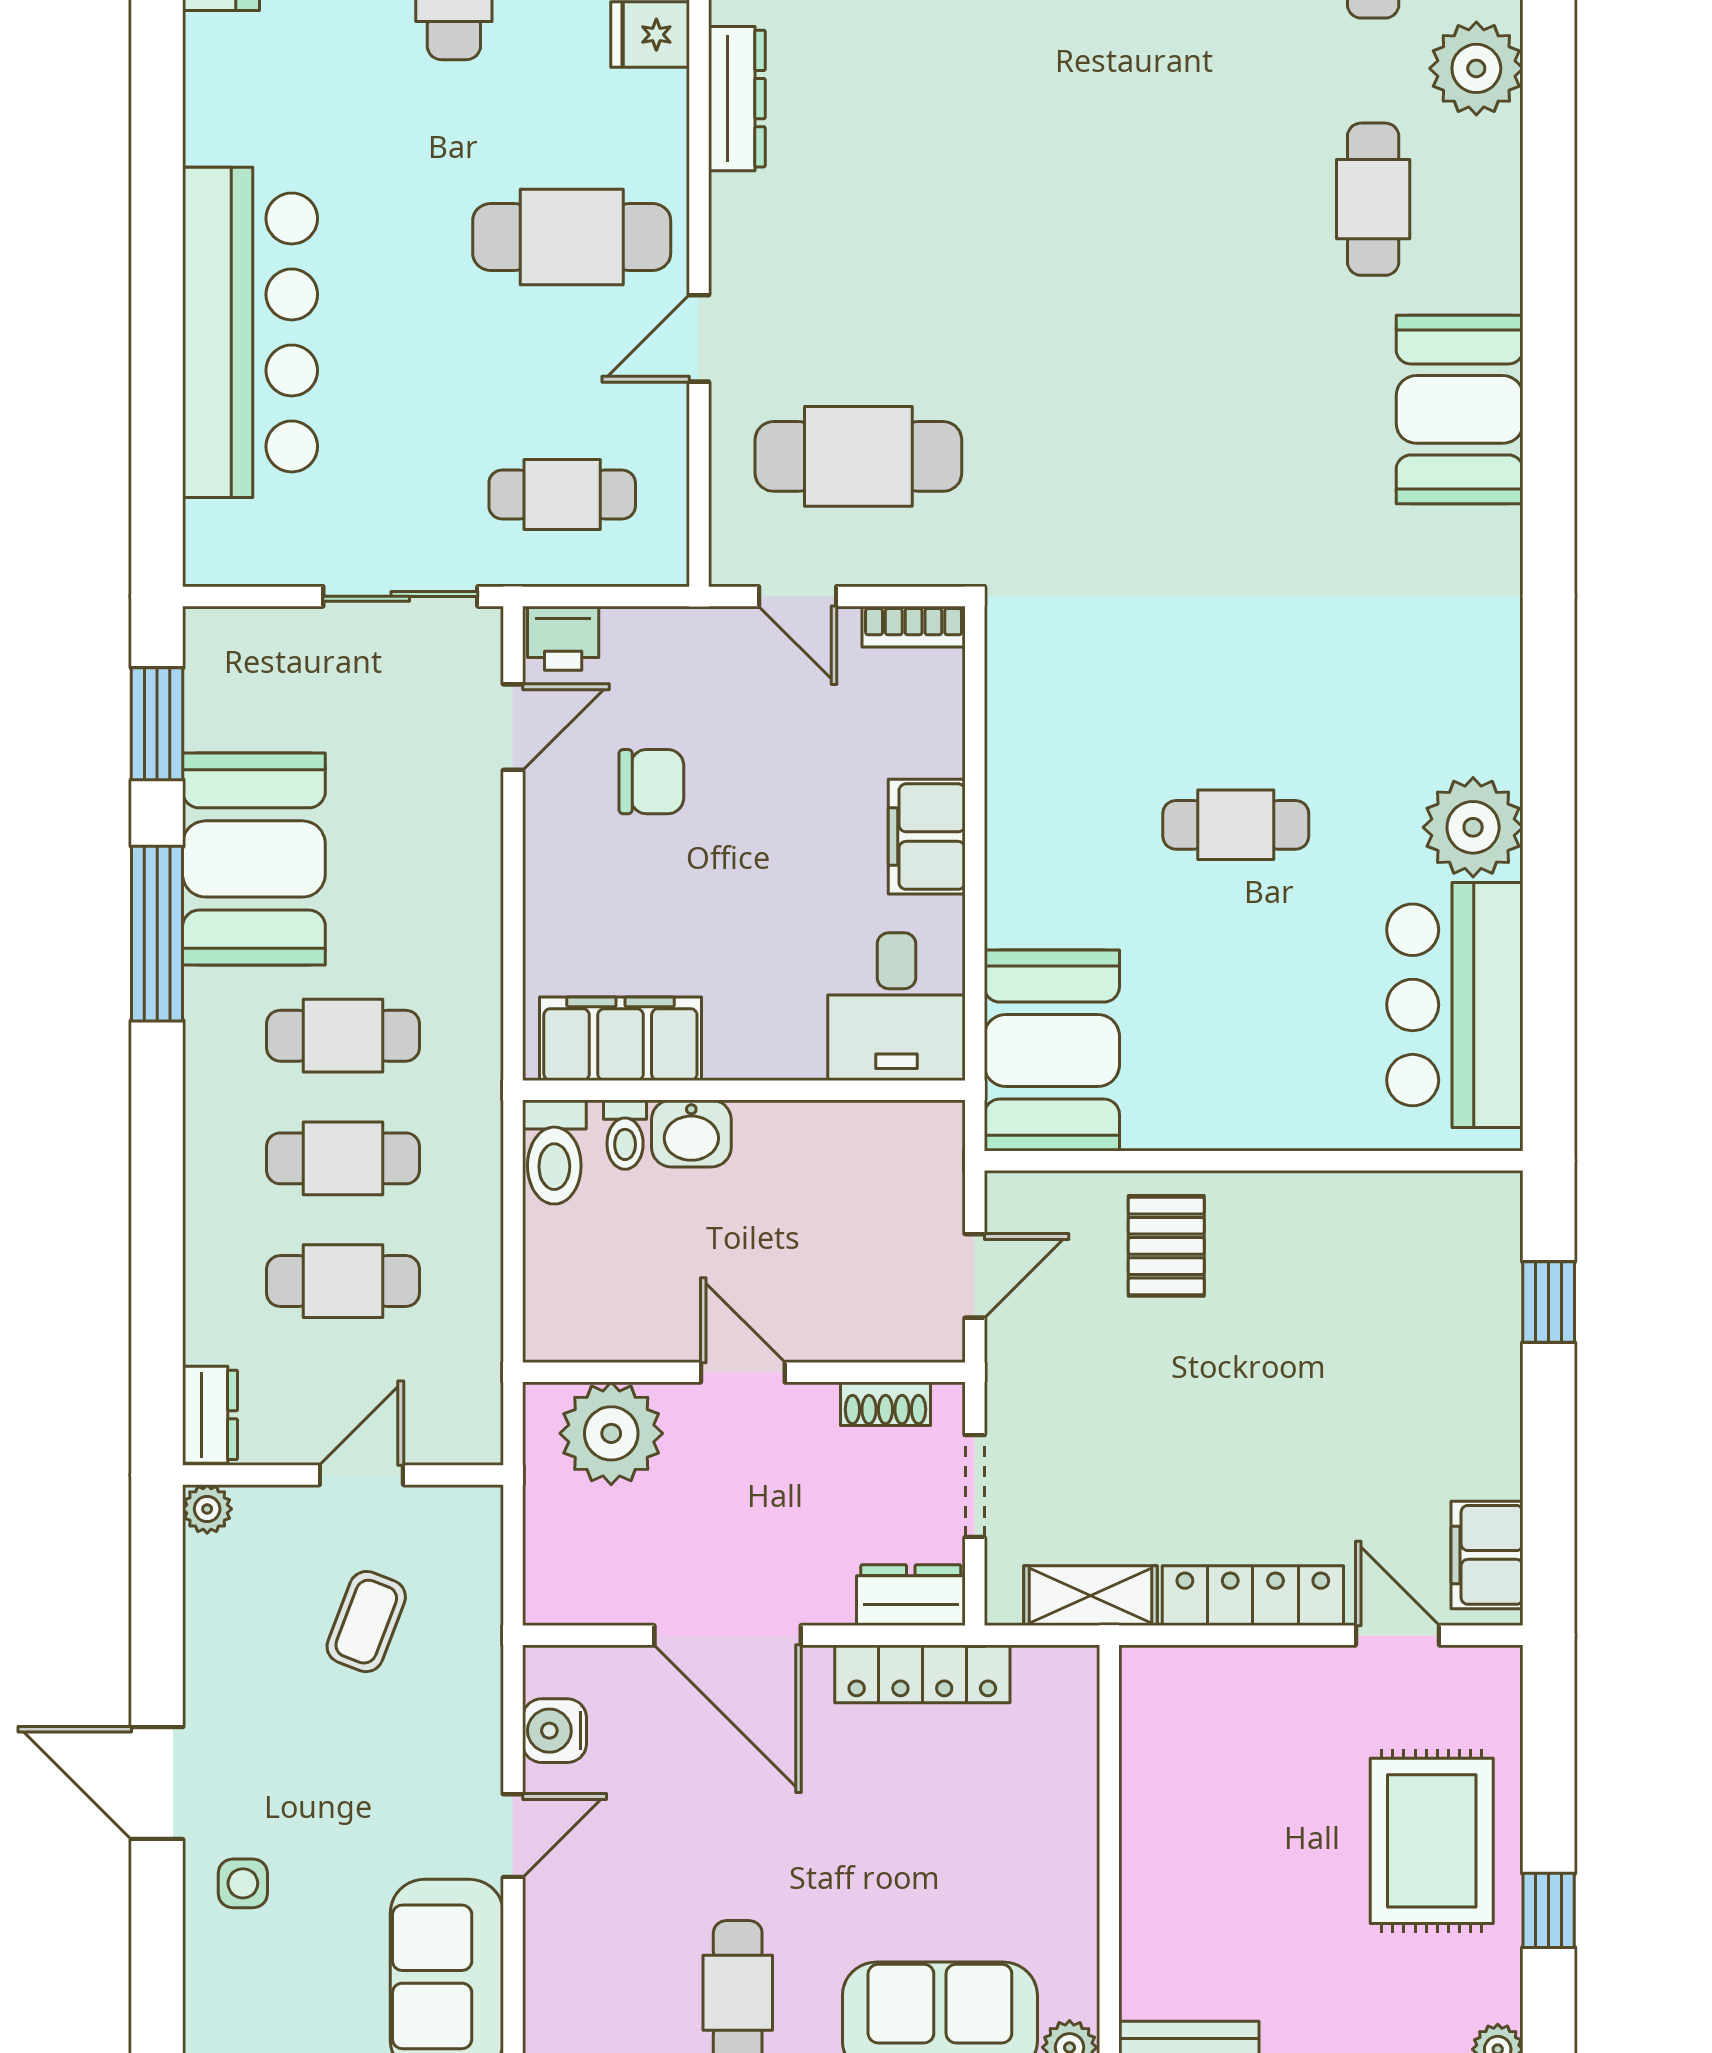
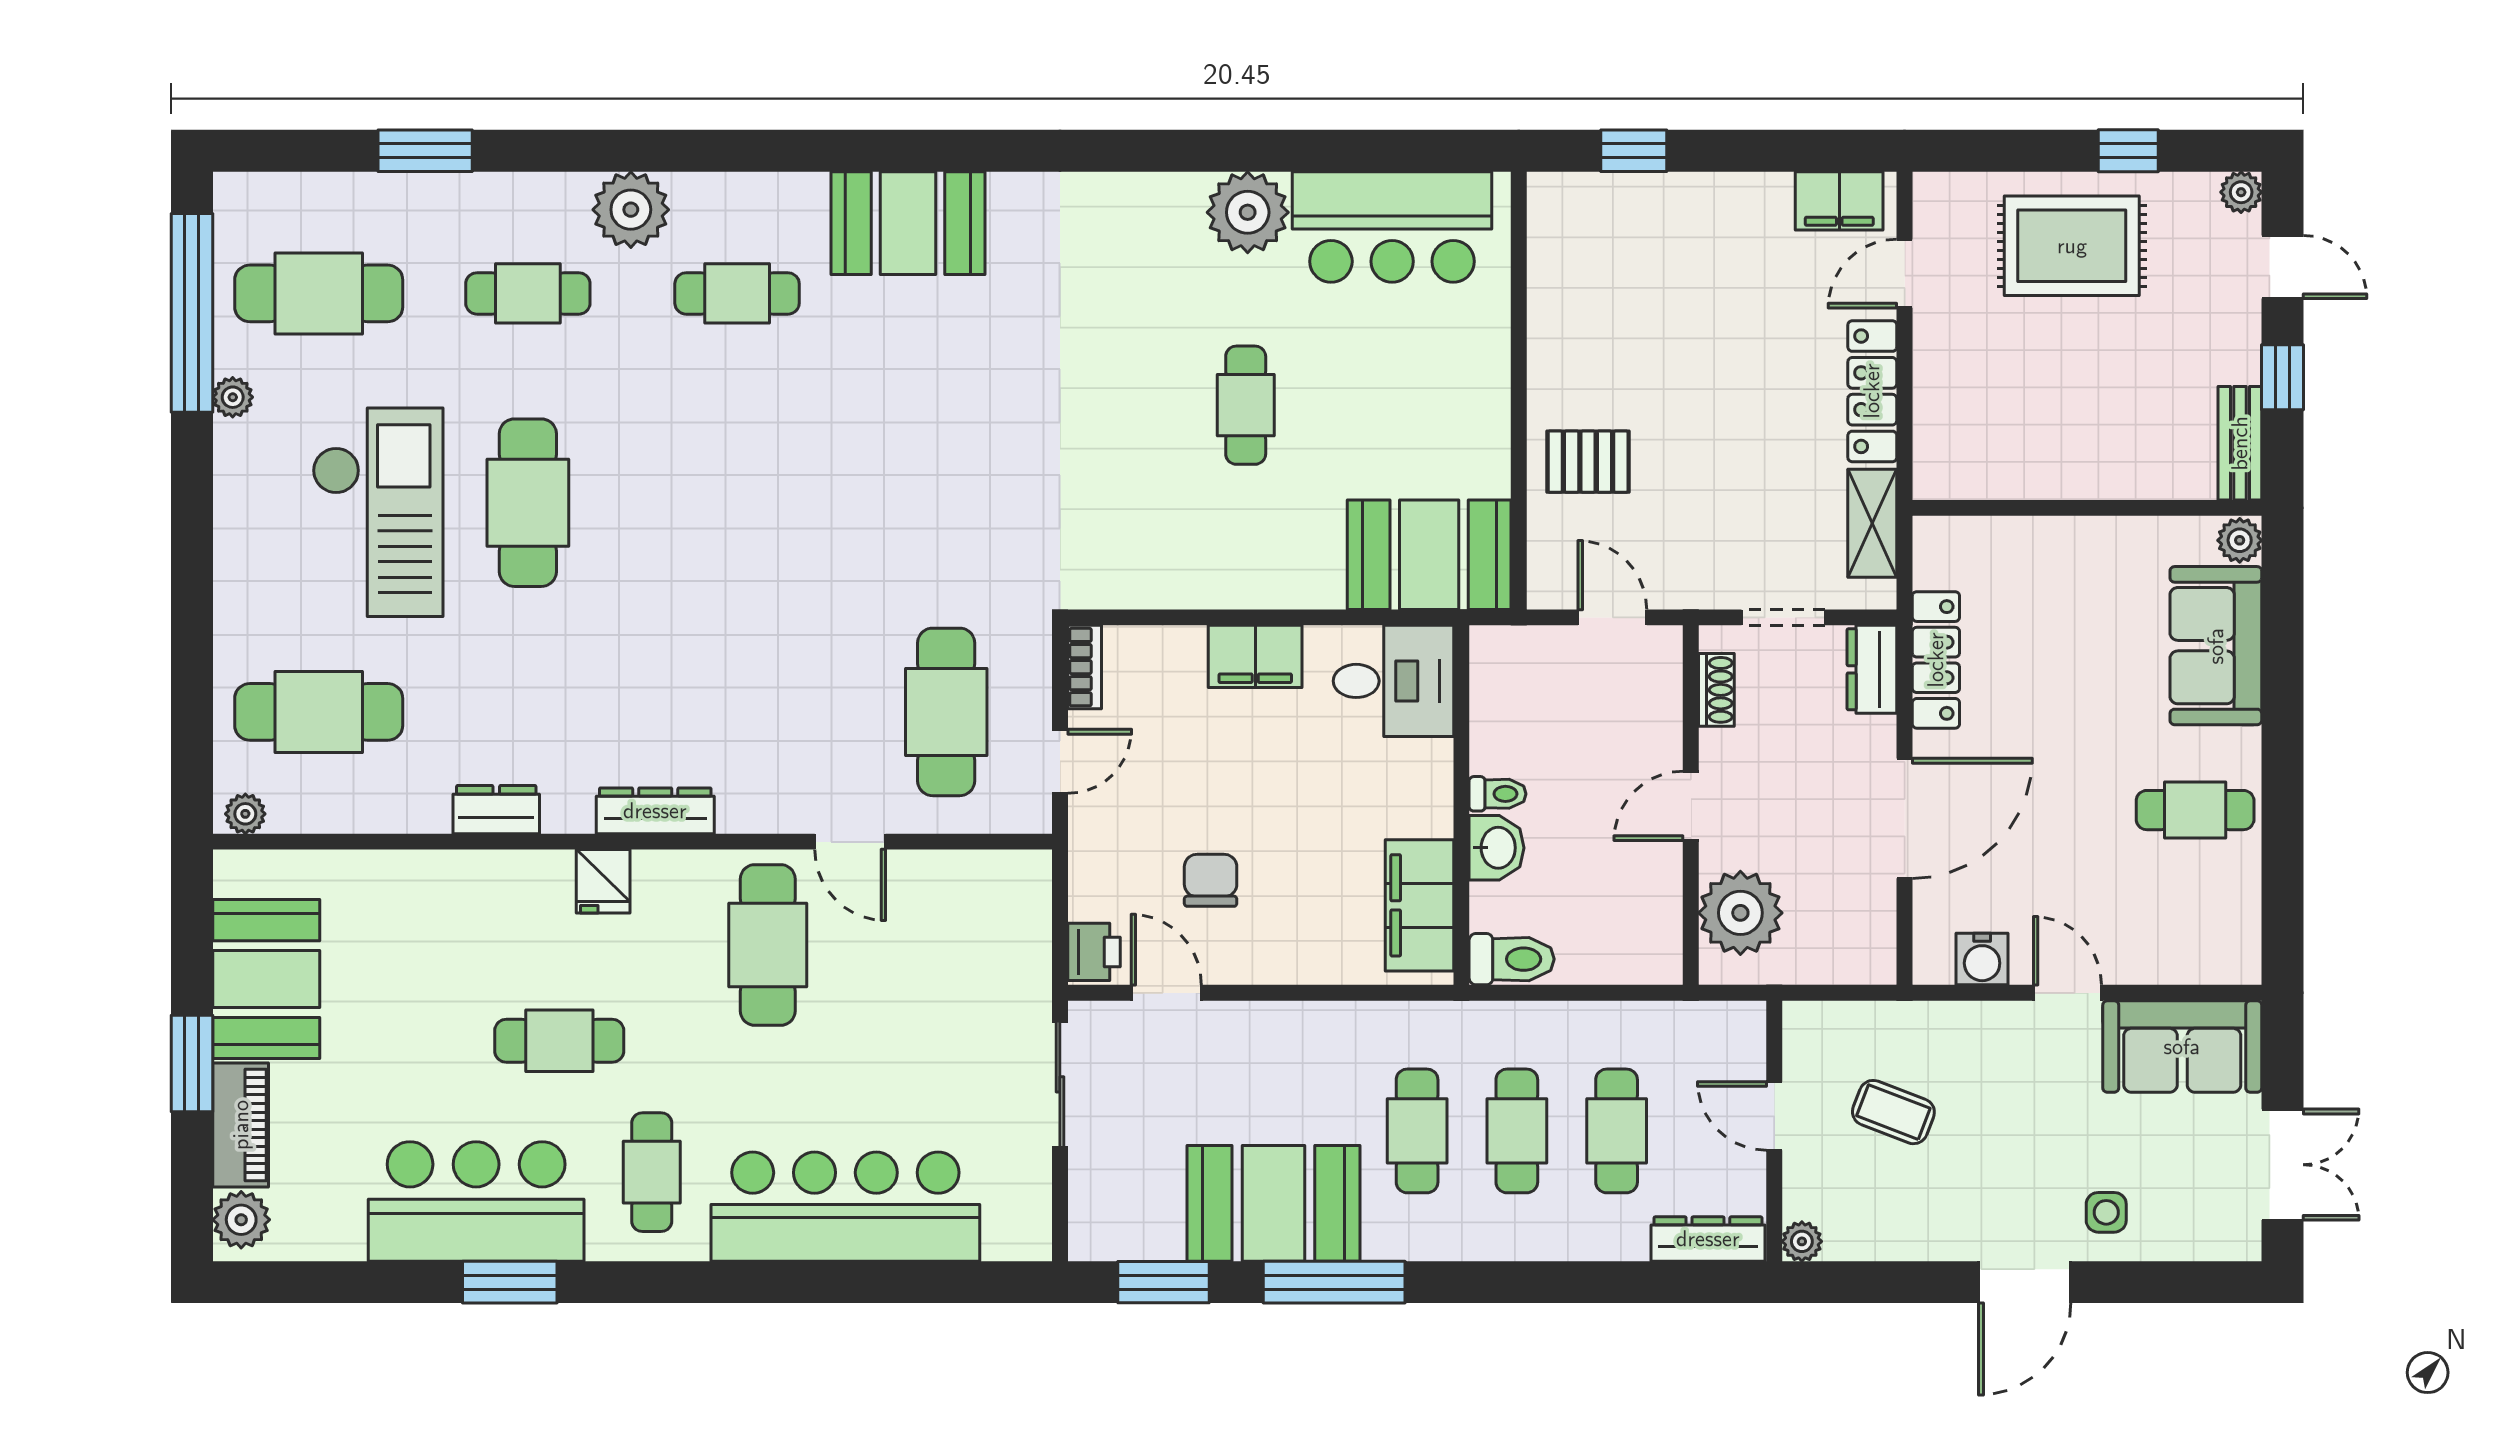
cafe table: (562, 495) -> (652, 1172), moved
toilet: (625, 1135) -> (1498, 794), moved
dresser: (210, 1415) -> (1708, 1239), width x1.44

